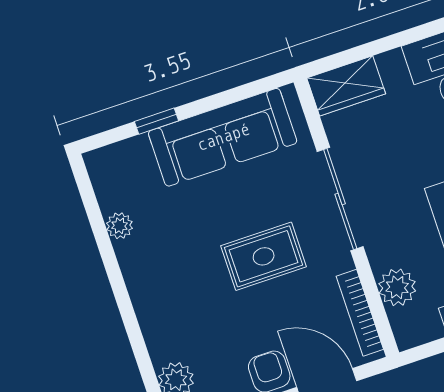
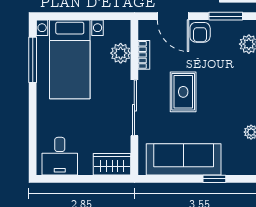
rug: (264, 256) -> (183, 92), turned 90
bookcase: (360, 313) -> (144, 55), width x0.64

